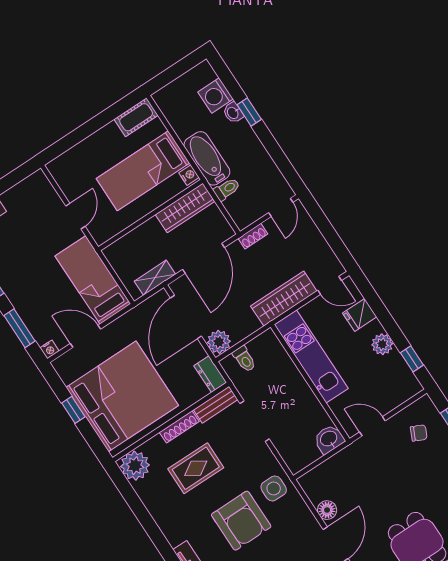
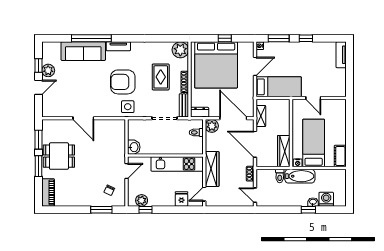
plant: (382, 344) -> (142, 200), moved
floor lamp: (327, 510) -> (102, 125), removed

